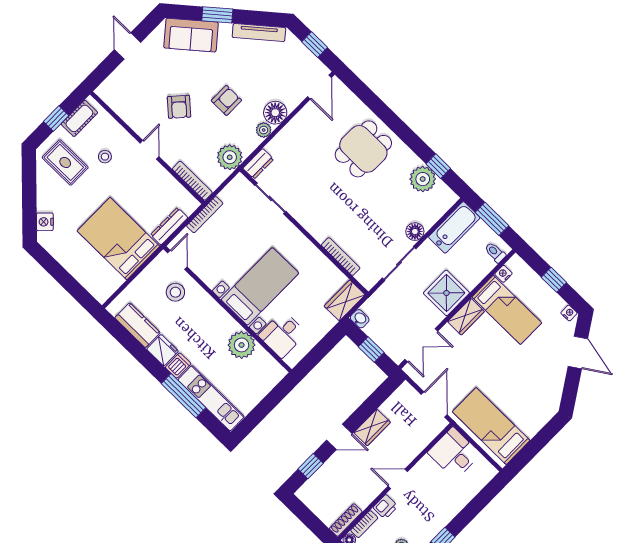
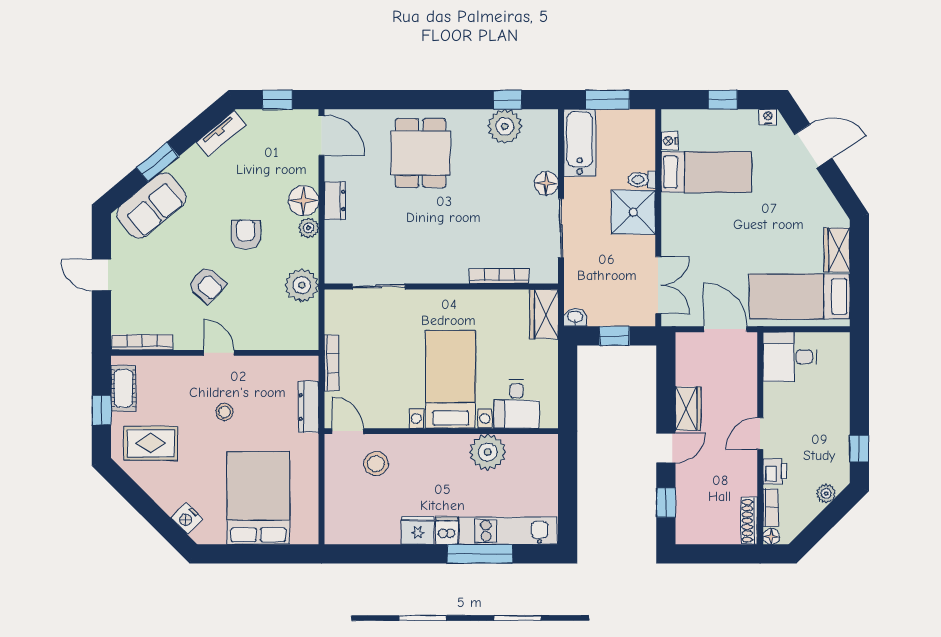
tv unit: (259, 33) -> (221, 133), width x0.71
stool: (105, 157) -> (225, 412), moved
dresser: (258, 164) -> (335, 201), moved
bookcase: (192, 181) -> (142, 342), moved
bed: (118, 239) -> (258, 498), moved, turned 90
toilet: (495, 252) -> (642, 180), moved
wardrobe: (466, 317) -> (837, 250), moved, turned 180
kitchen counter: (137, 325) -> (371, 530), removed

